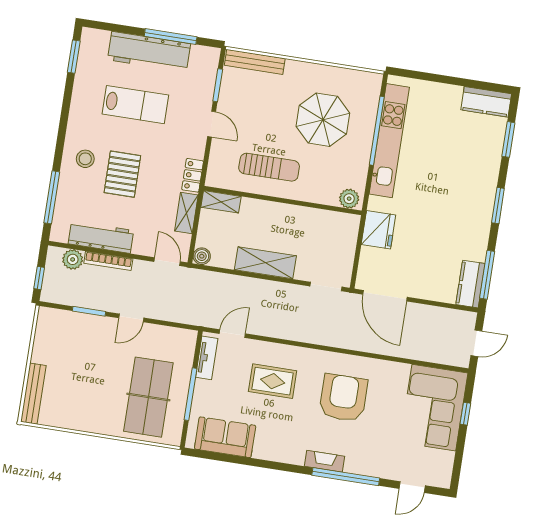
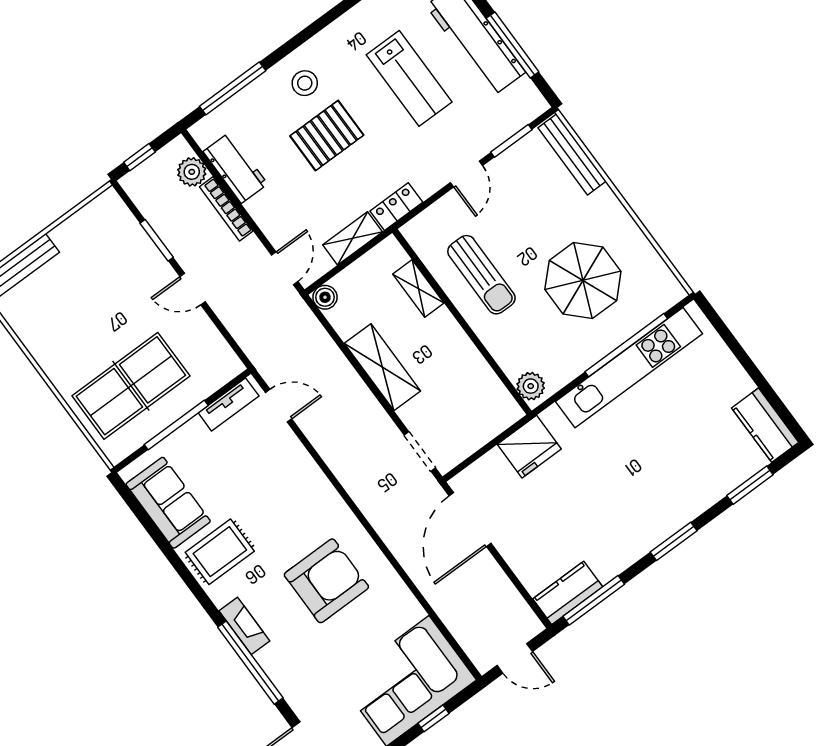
shelving: (221, 202) -> (418, 288), moved
workbench: (101, 237) -> (235, 168), width x0.73
rug: (273, 381) -> (220, 552), moved, turned 90

